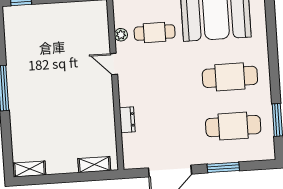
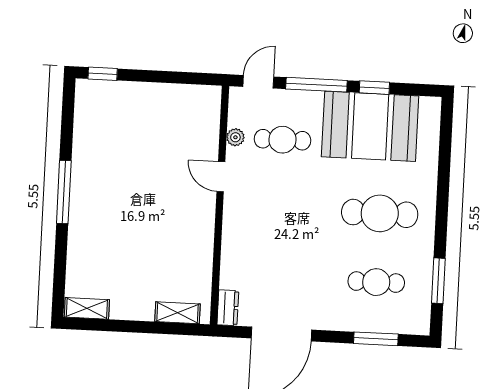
dresser: (127, 120) -> (228, 308), moved
cafe table: (233, 126) -> (376, 282), width x0.73, depth x0.74
window: (223, 167) -> (376, 339), moved

